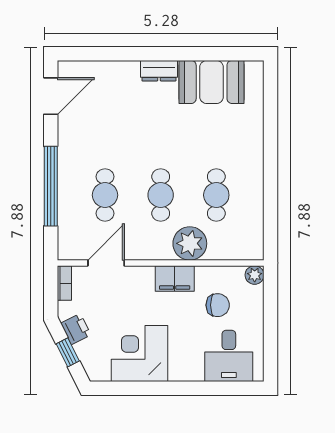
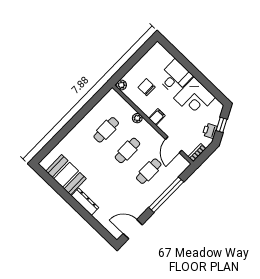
dresser: (159, 71) -> (85, 202), width x1.44
plant: (190, 243) -> (137, 118), width x0.53, depth x0.53
door: (106, 263) -> (174, 145), hinge flipped
filing cabinet: (175, 278) -> (157, 117), width x0.50
desk: (229, 356) -> (175, 77), moved

